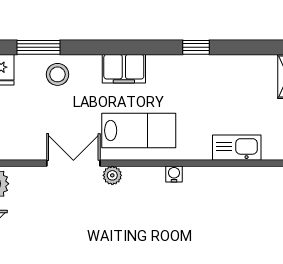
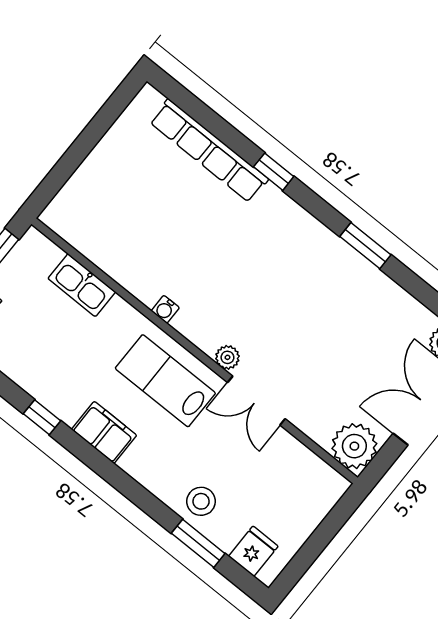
filing cabinet: (124, 69) -> (104, 432), moved

